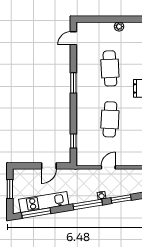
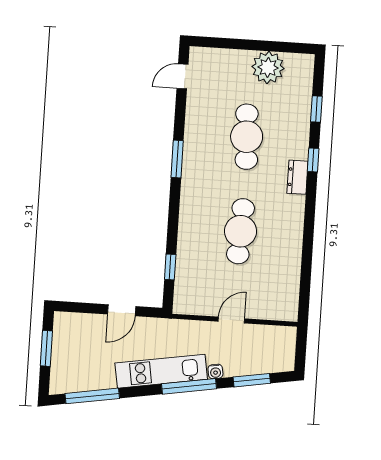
plant: (119, 27) -> (268, 67), width x1.88, depth x1.88
kitchen unit: (44, 202) -> (161, 371), moved

